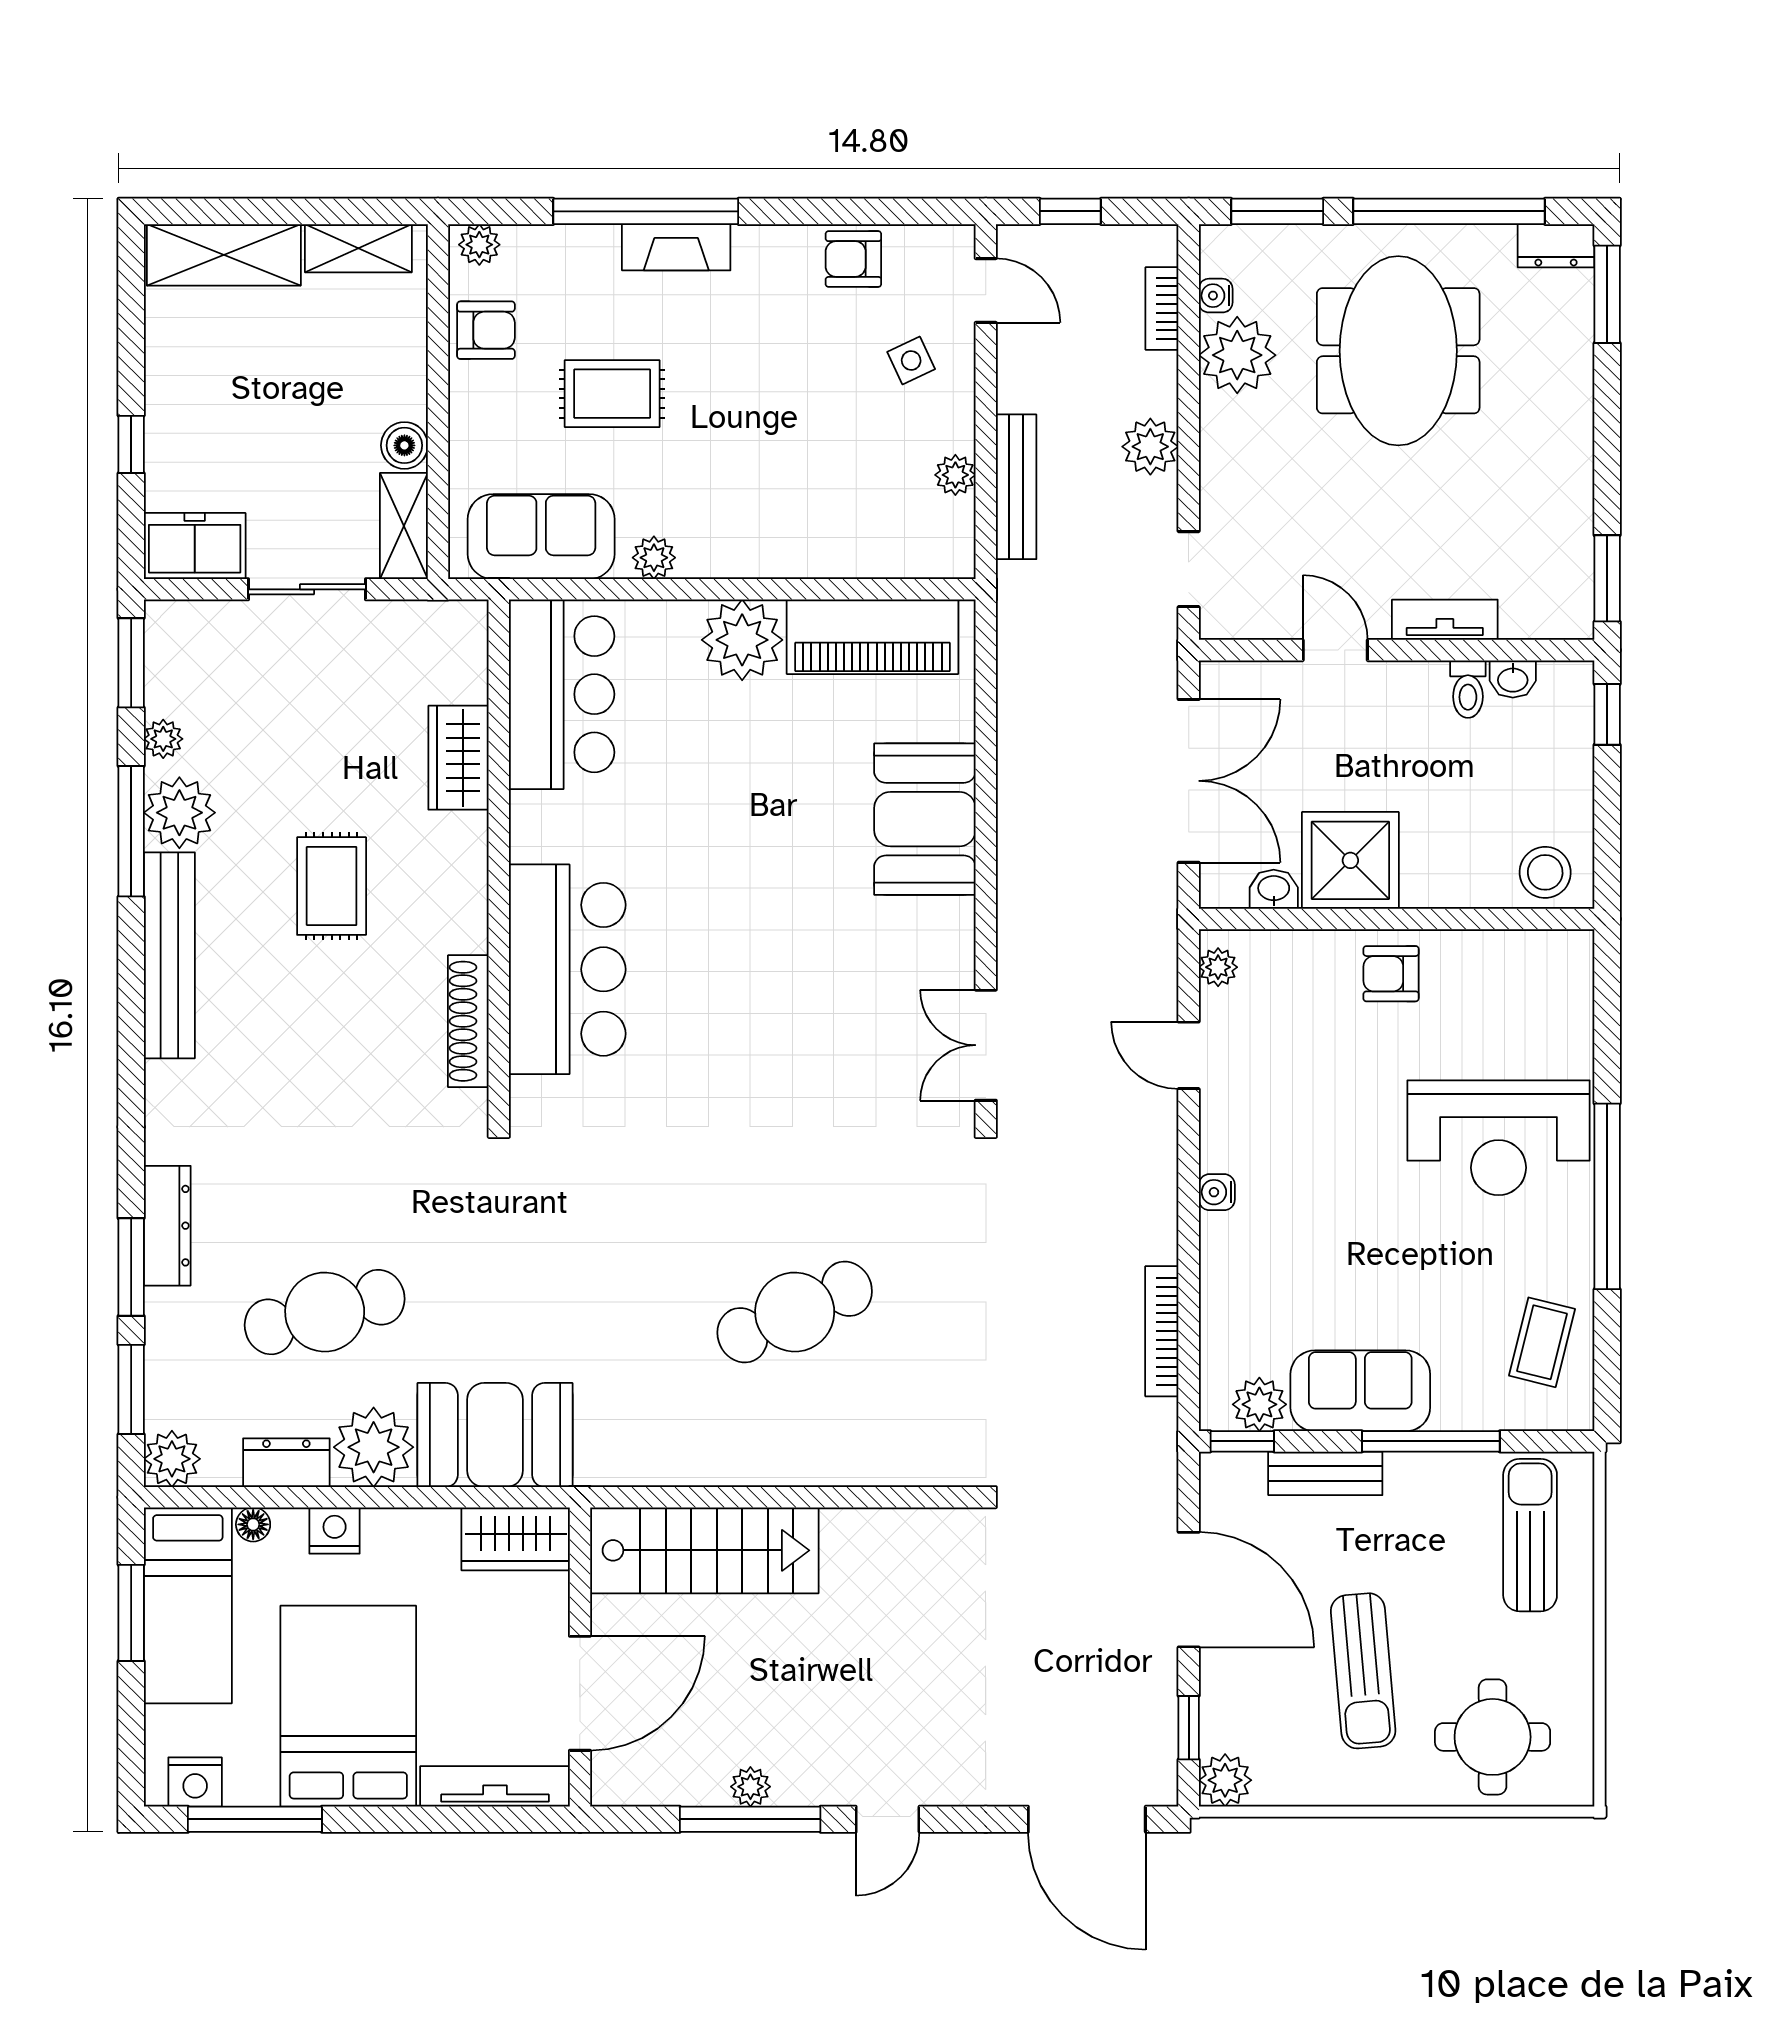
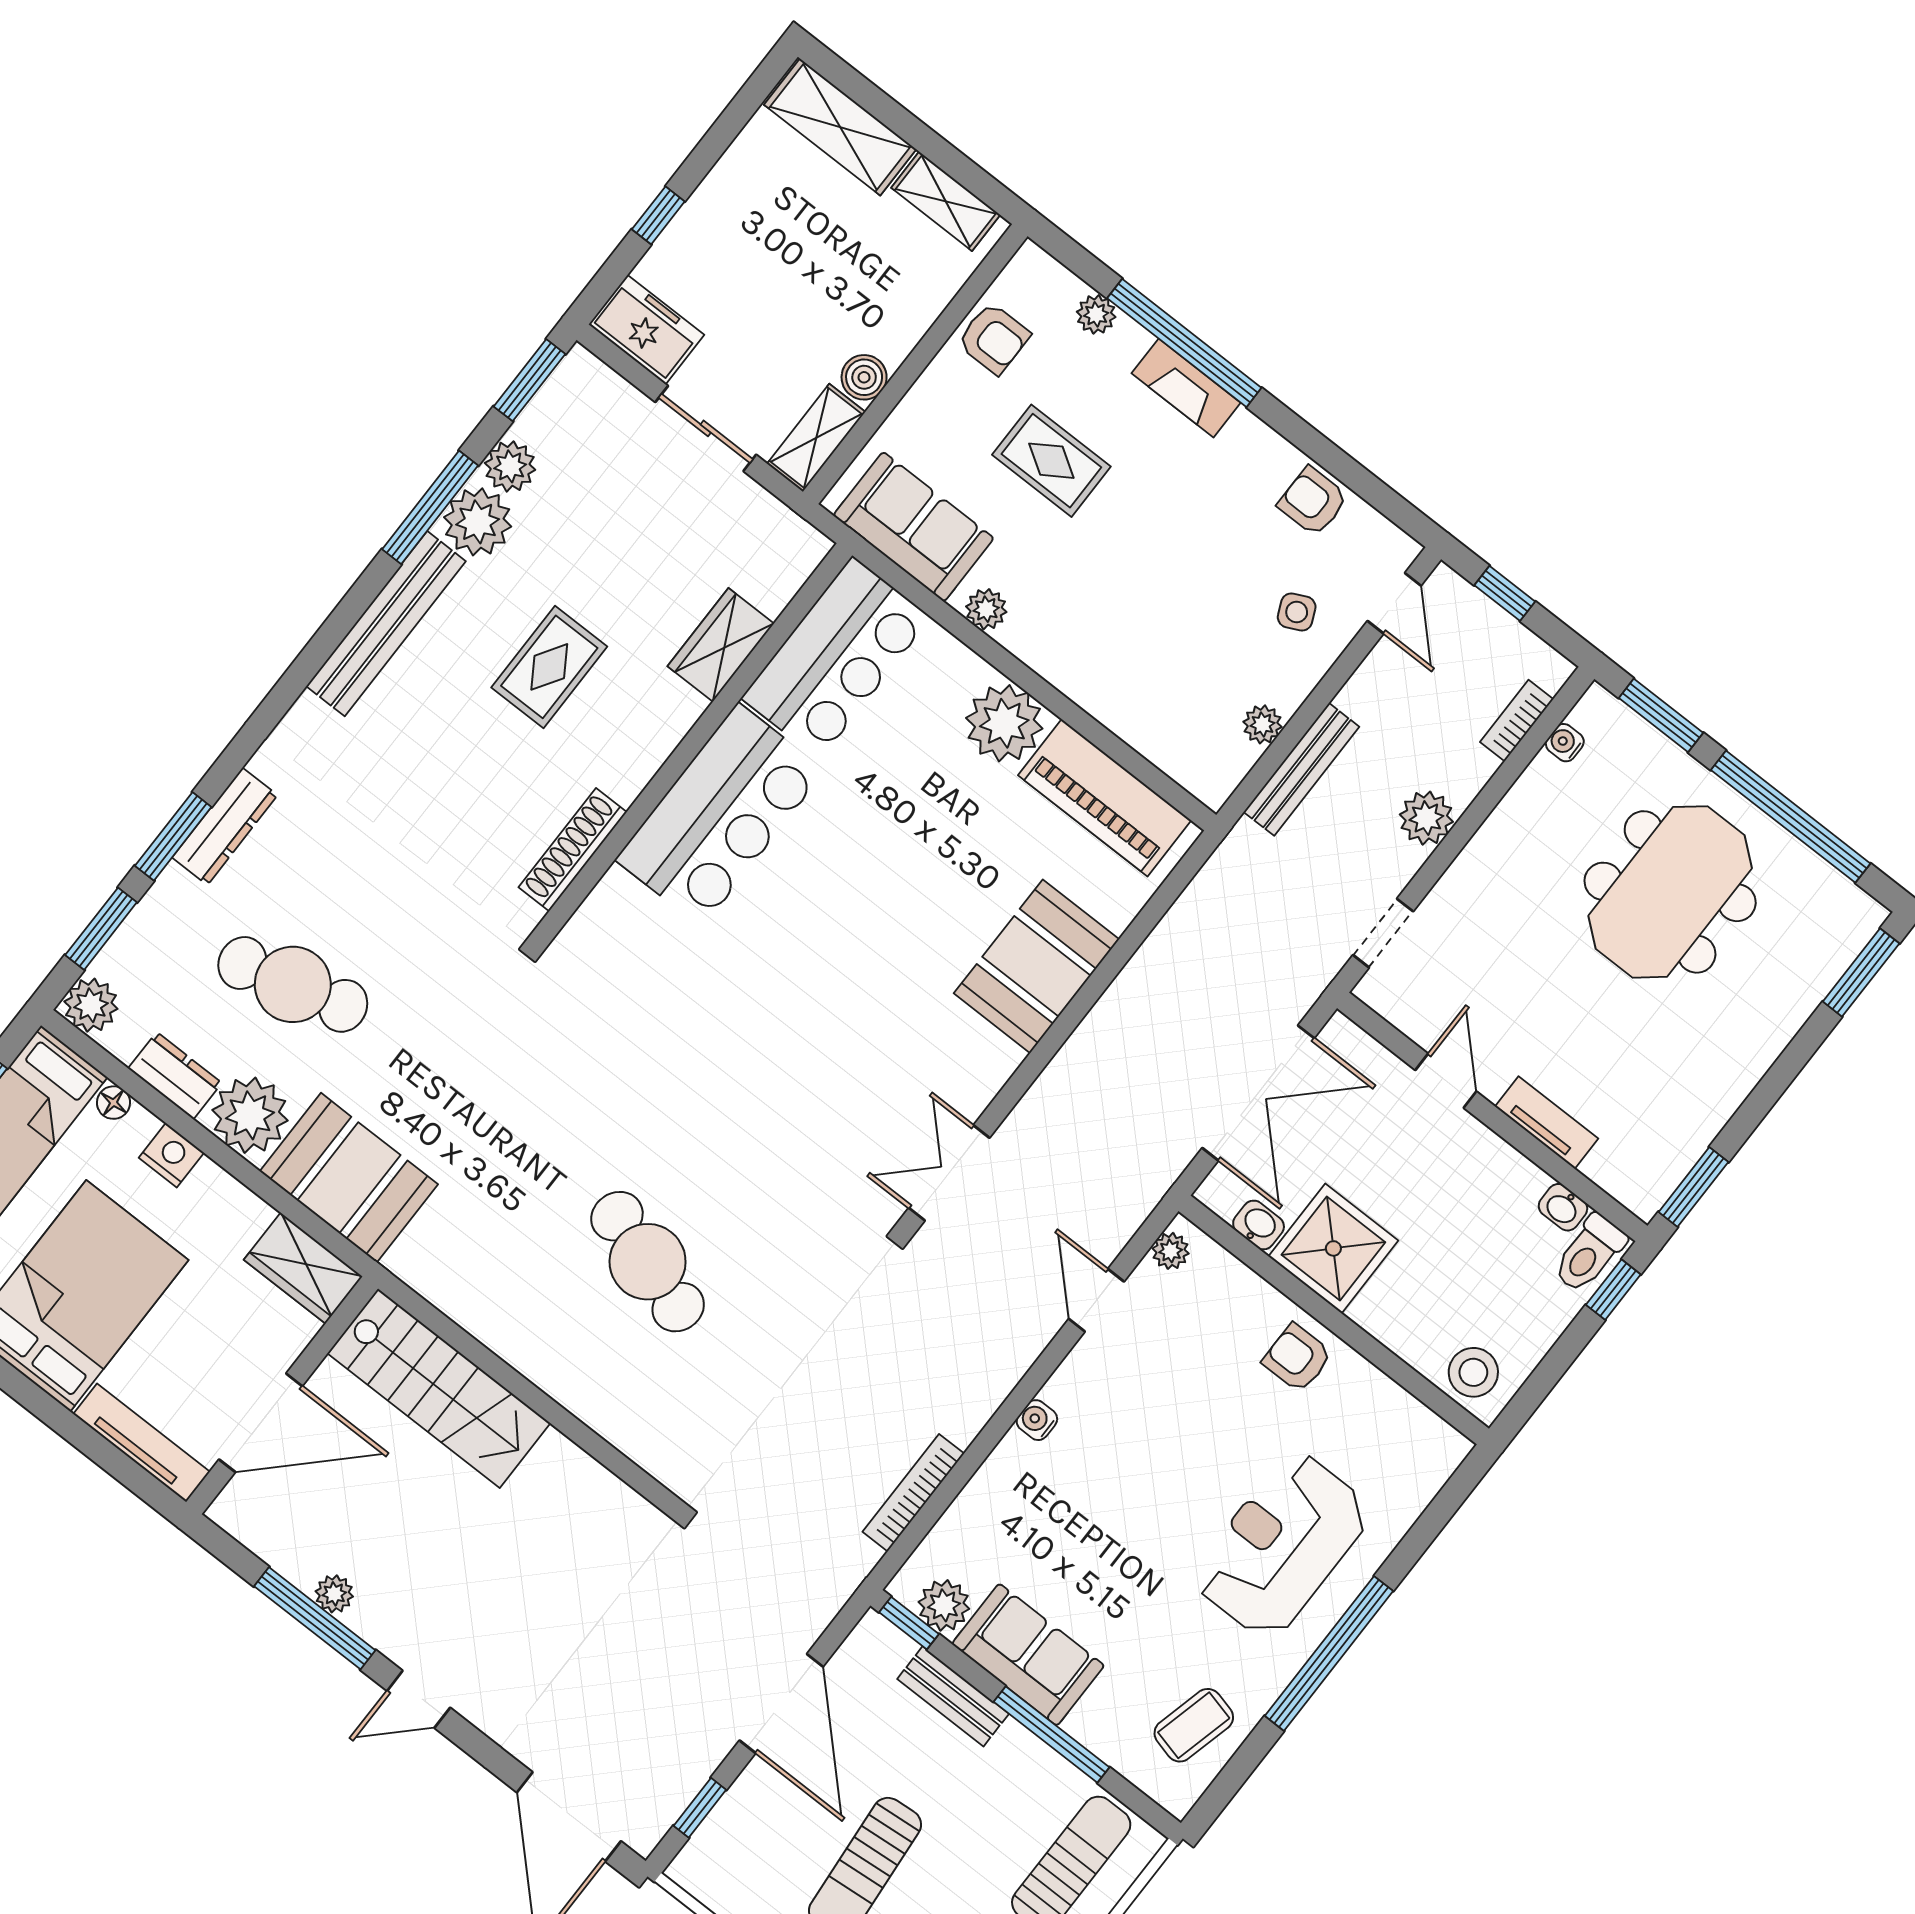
plant: (479, 245) -> (1096, 314), moved
dresser: (1556, 246) -> (1851, 906), removed
plant: (1237, 355) -> (1546, 800), removed
toilet: (1468, 689) -> (1589, 1254), moved, width x1.37, depth x1.39
plant: (163, 739) -> (510, 466), width x1.38, depth x1.38
bar counter: (567, 969) -> (720, 815), moved
reception desk: (1499, 1138) -> (1282, 1545), turned 90
cafe table: (795, 1312) -> (648, 1262), turned 42
plant: (1225, 1780) -> (696, 1869), removed

